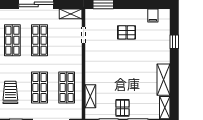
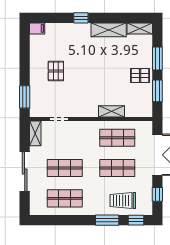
filing cabinet: (153, 15) -> (37, 28), moved
window: (174, 42) -> (81, 18), moved
shelving: (90, 96) -> (112, 111), moved

